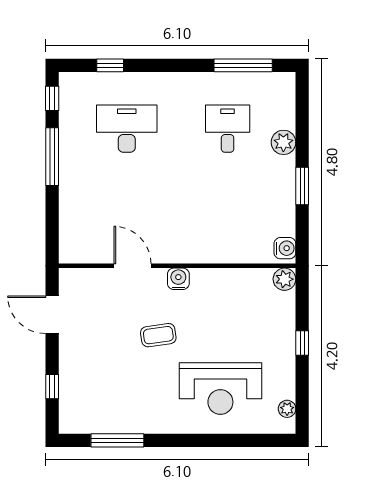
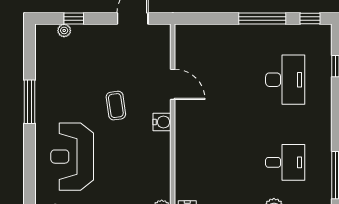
door: (132, 266) -> (173, 84), hinge flipped
plant: (67, 398) -> (64, 30), added
window: (117, 440) -> (30, 102), moved

